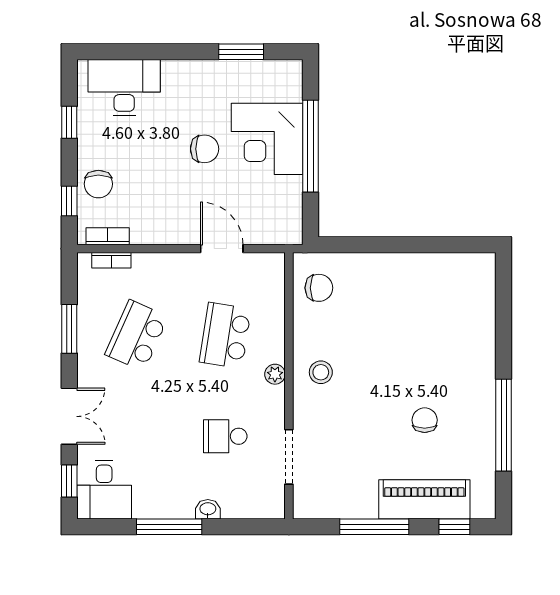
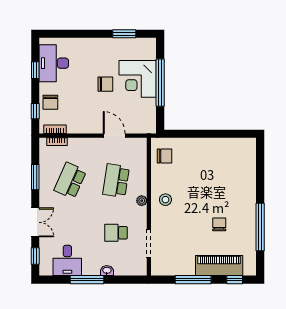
desk: (124, 88) -> (54, 63), moved, turned -90
desk: (104, 490) -> (67, 260), moved

